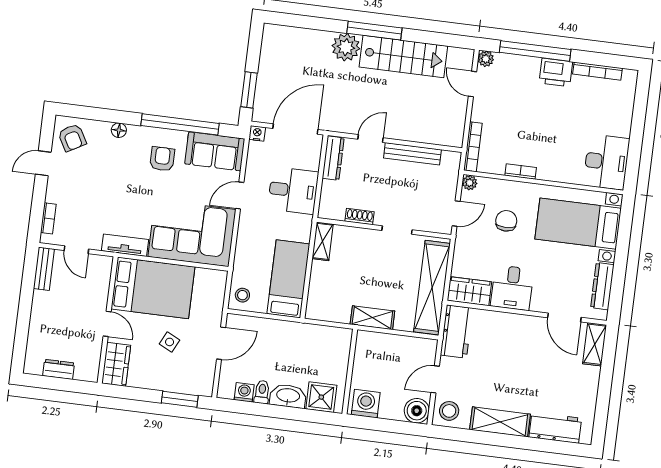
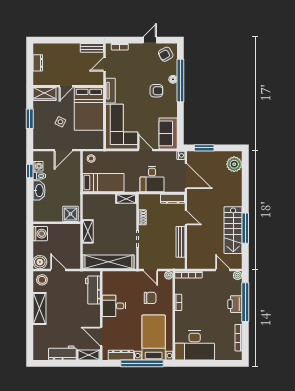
window: (374, 31) -> (245, 228), moved
plant: (346, 47) -> (234, 164), moved
printer: (556, 72) -> (235, 304), moved
door: (472, 84) -> (223, 270), hinge flipped
window: (180, 124) -> (180, 80), moved
armchair: (162, 159) -> (156, 91), moved
desk: (606, 162) -> (195, 345), width x1.36, depth x1.30
door: (43, 163) -> (150, 40), hinge flipped
window: (622, 250) -> (142, 363), added
wardrobe: (469, 291) -> (109, 283), removed
door: (564, 317) -> (101, 337), hinge flipped
workbench: (456, 331) -> (93, 290), moved, turned 90
door: (221, 343) -> (63, 150), hinge flipped
shower: (321, 397) -> (70, 214), moved
window: (180, 399) -> (30, 119), moved
window: (251, 408) -> (30, 171), added
workbench: (555, 428) -> (62, 353), moved, turned -90

